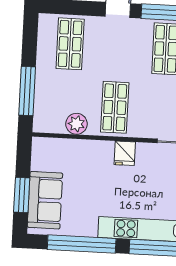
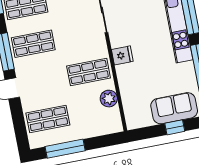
window: (27, 91) -> (65, 149), moved
window: (22, 195) -> (175, 127), width x0.67

